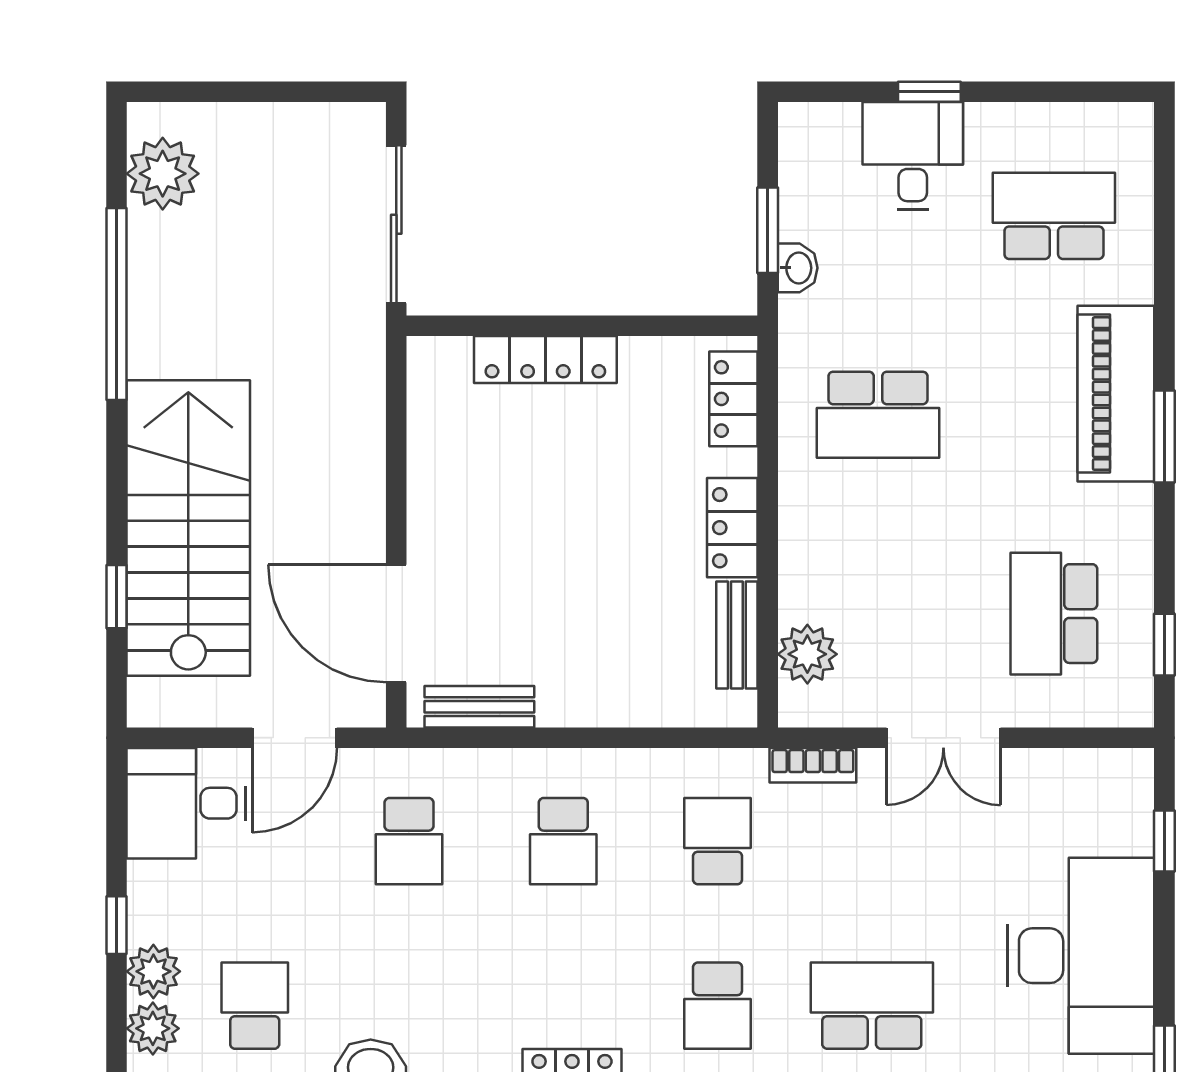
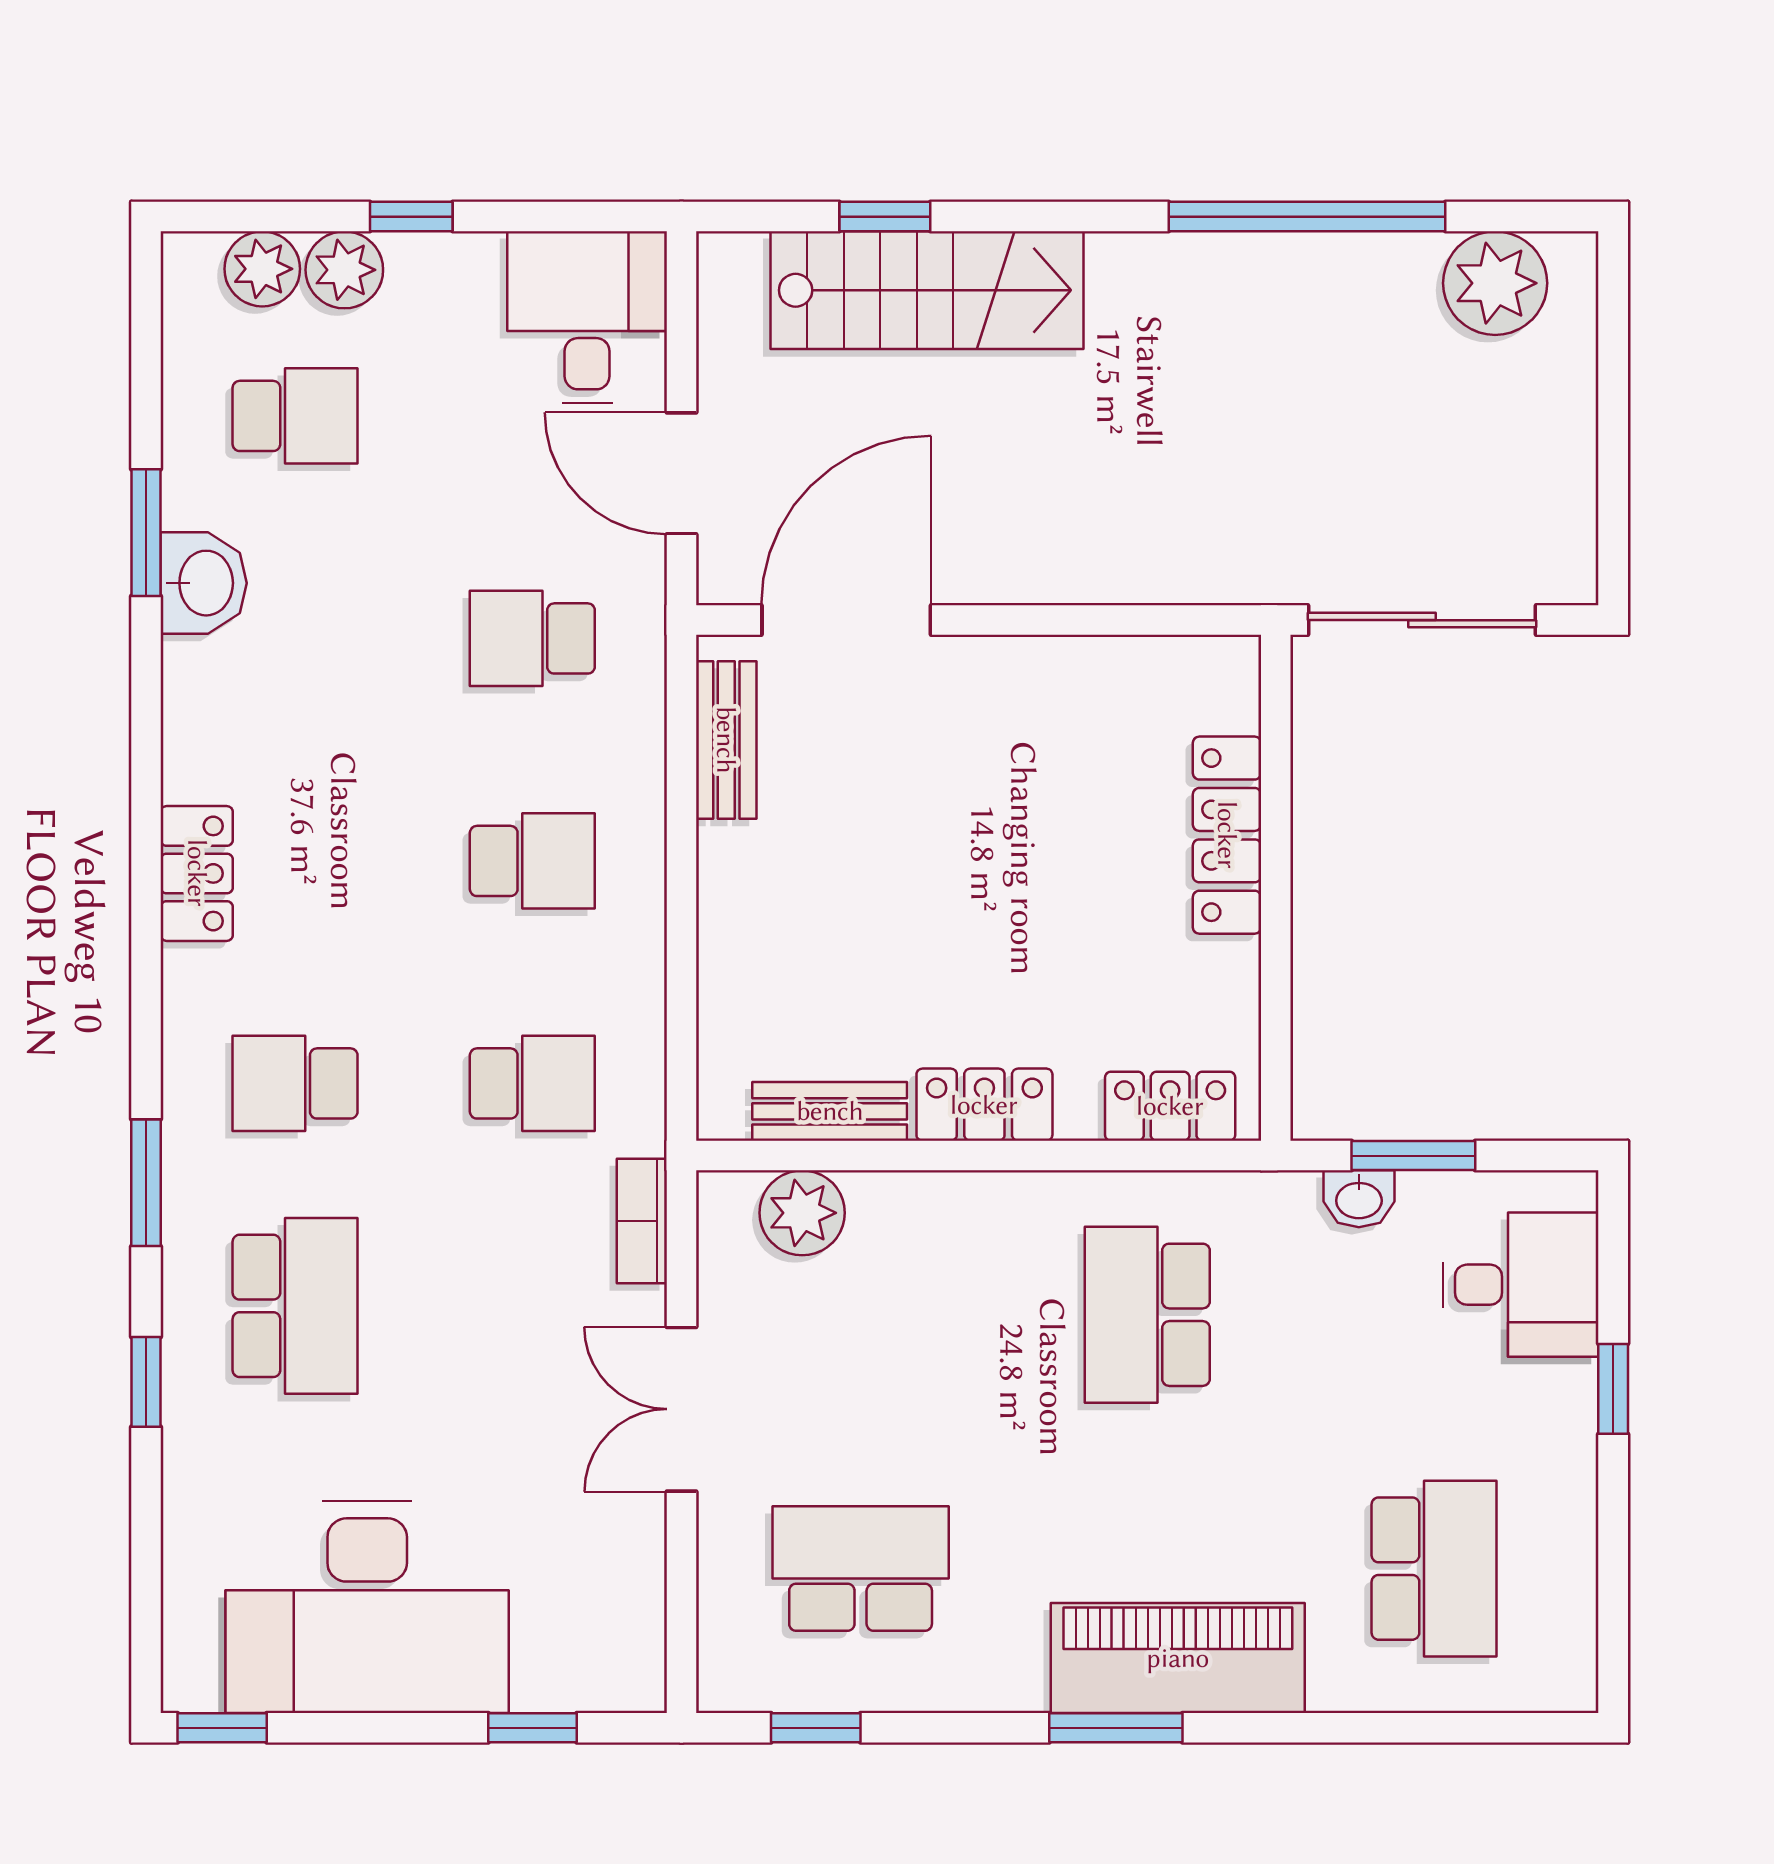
desk: (913, 156) -> (1521, 1285), moved
stairs: (188, 528) -> (927, 290), width x0.73, depth x0.66
school desk: (563, 841) -> (532, 861), turned 180

